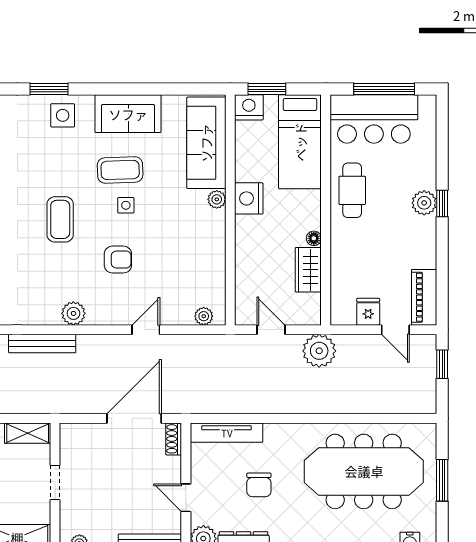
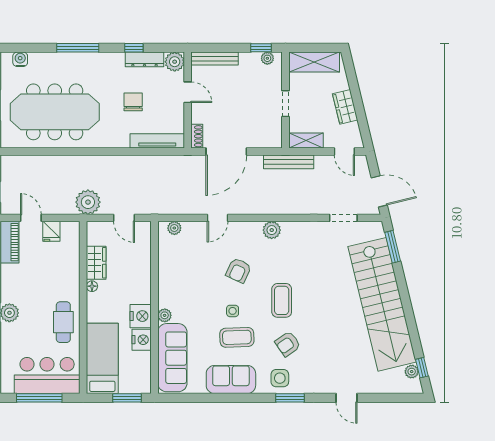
nightstand: (249, 107) -> (142, 340), moved, turned -90
armchair: (52, 161) -> (288, 344), added
armchair: (118, 260) -> (238, 270), turned -65
bench: (42, 344) -> (289, 162), moved

